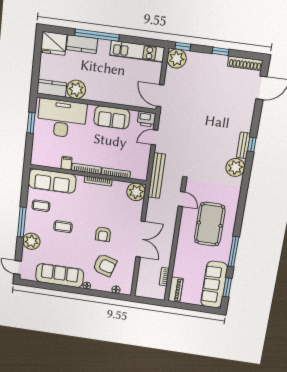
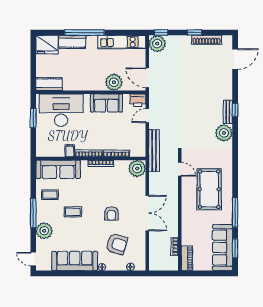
shoe rack: (245, 63) -> (207, 40), moved
plant: (76, 89) -> (114, 82), moved

